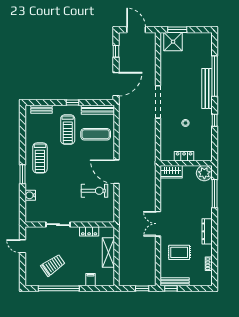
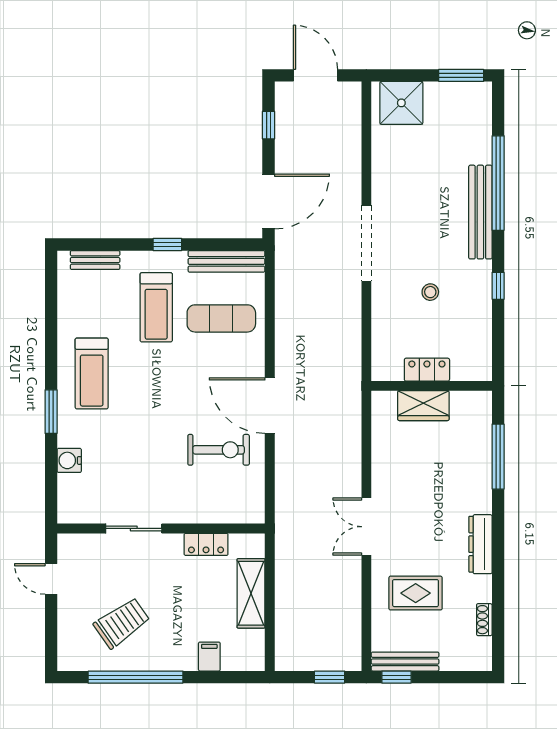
window: (177, 30) -> (461, 75), moved
wardrobe: (171, 172) -> (423, 406), moved
plant: (204, 173) -> (474, 409), removed

